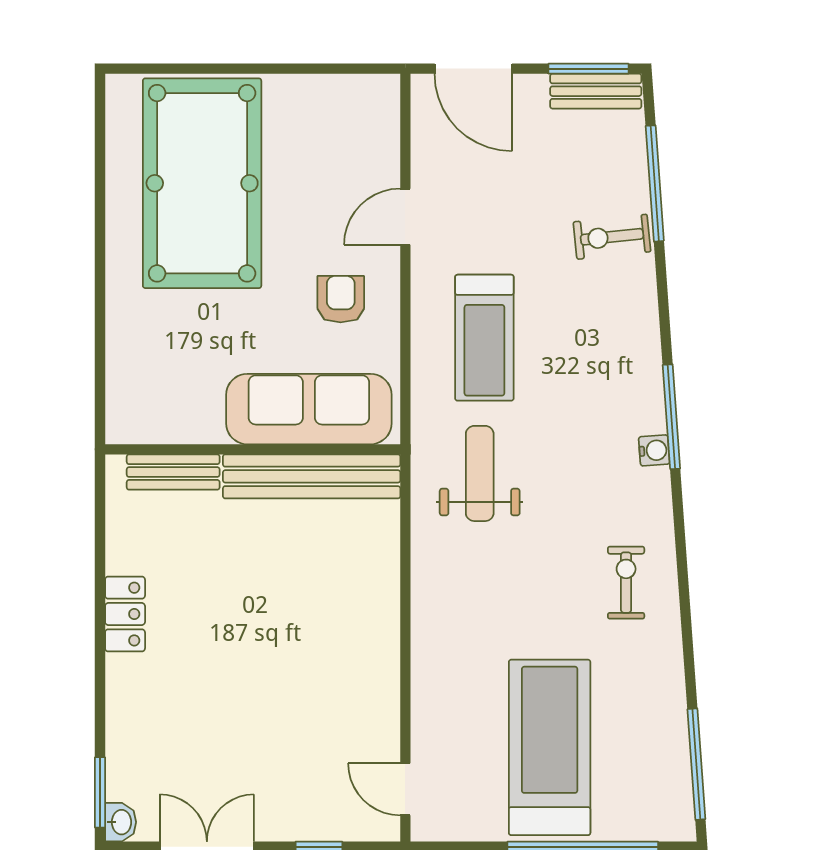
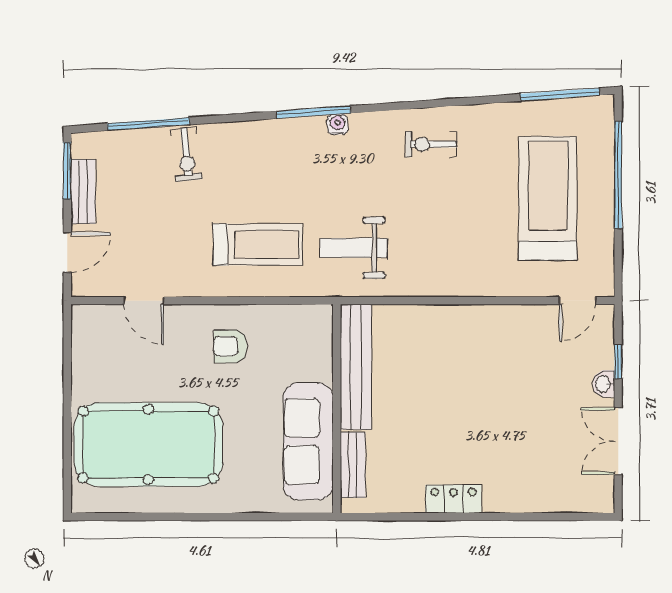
door: (473, 69) -> (67, 252), width x0.73
bench: (596, 91) -> (83, 192), moved
door: (405, 217) -> (144, 301), moved
sofa: (309, 409) -> (308, 441), moved
treadmill: (550, 747) -> (548, 198), turned 90
window: (100, 792) -> (580, 517), removed
washbasin: (121, 822) -> (604, 384), moved, turned -90

